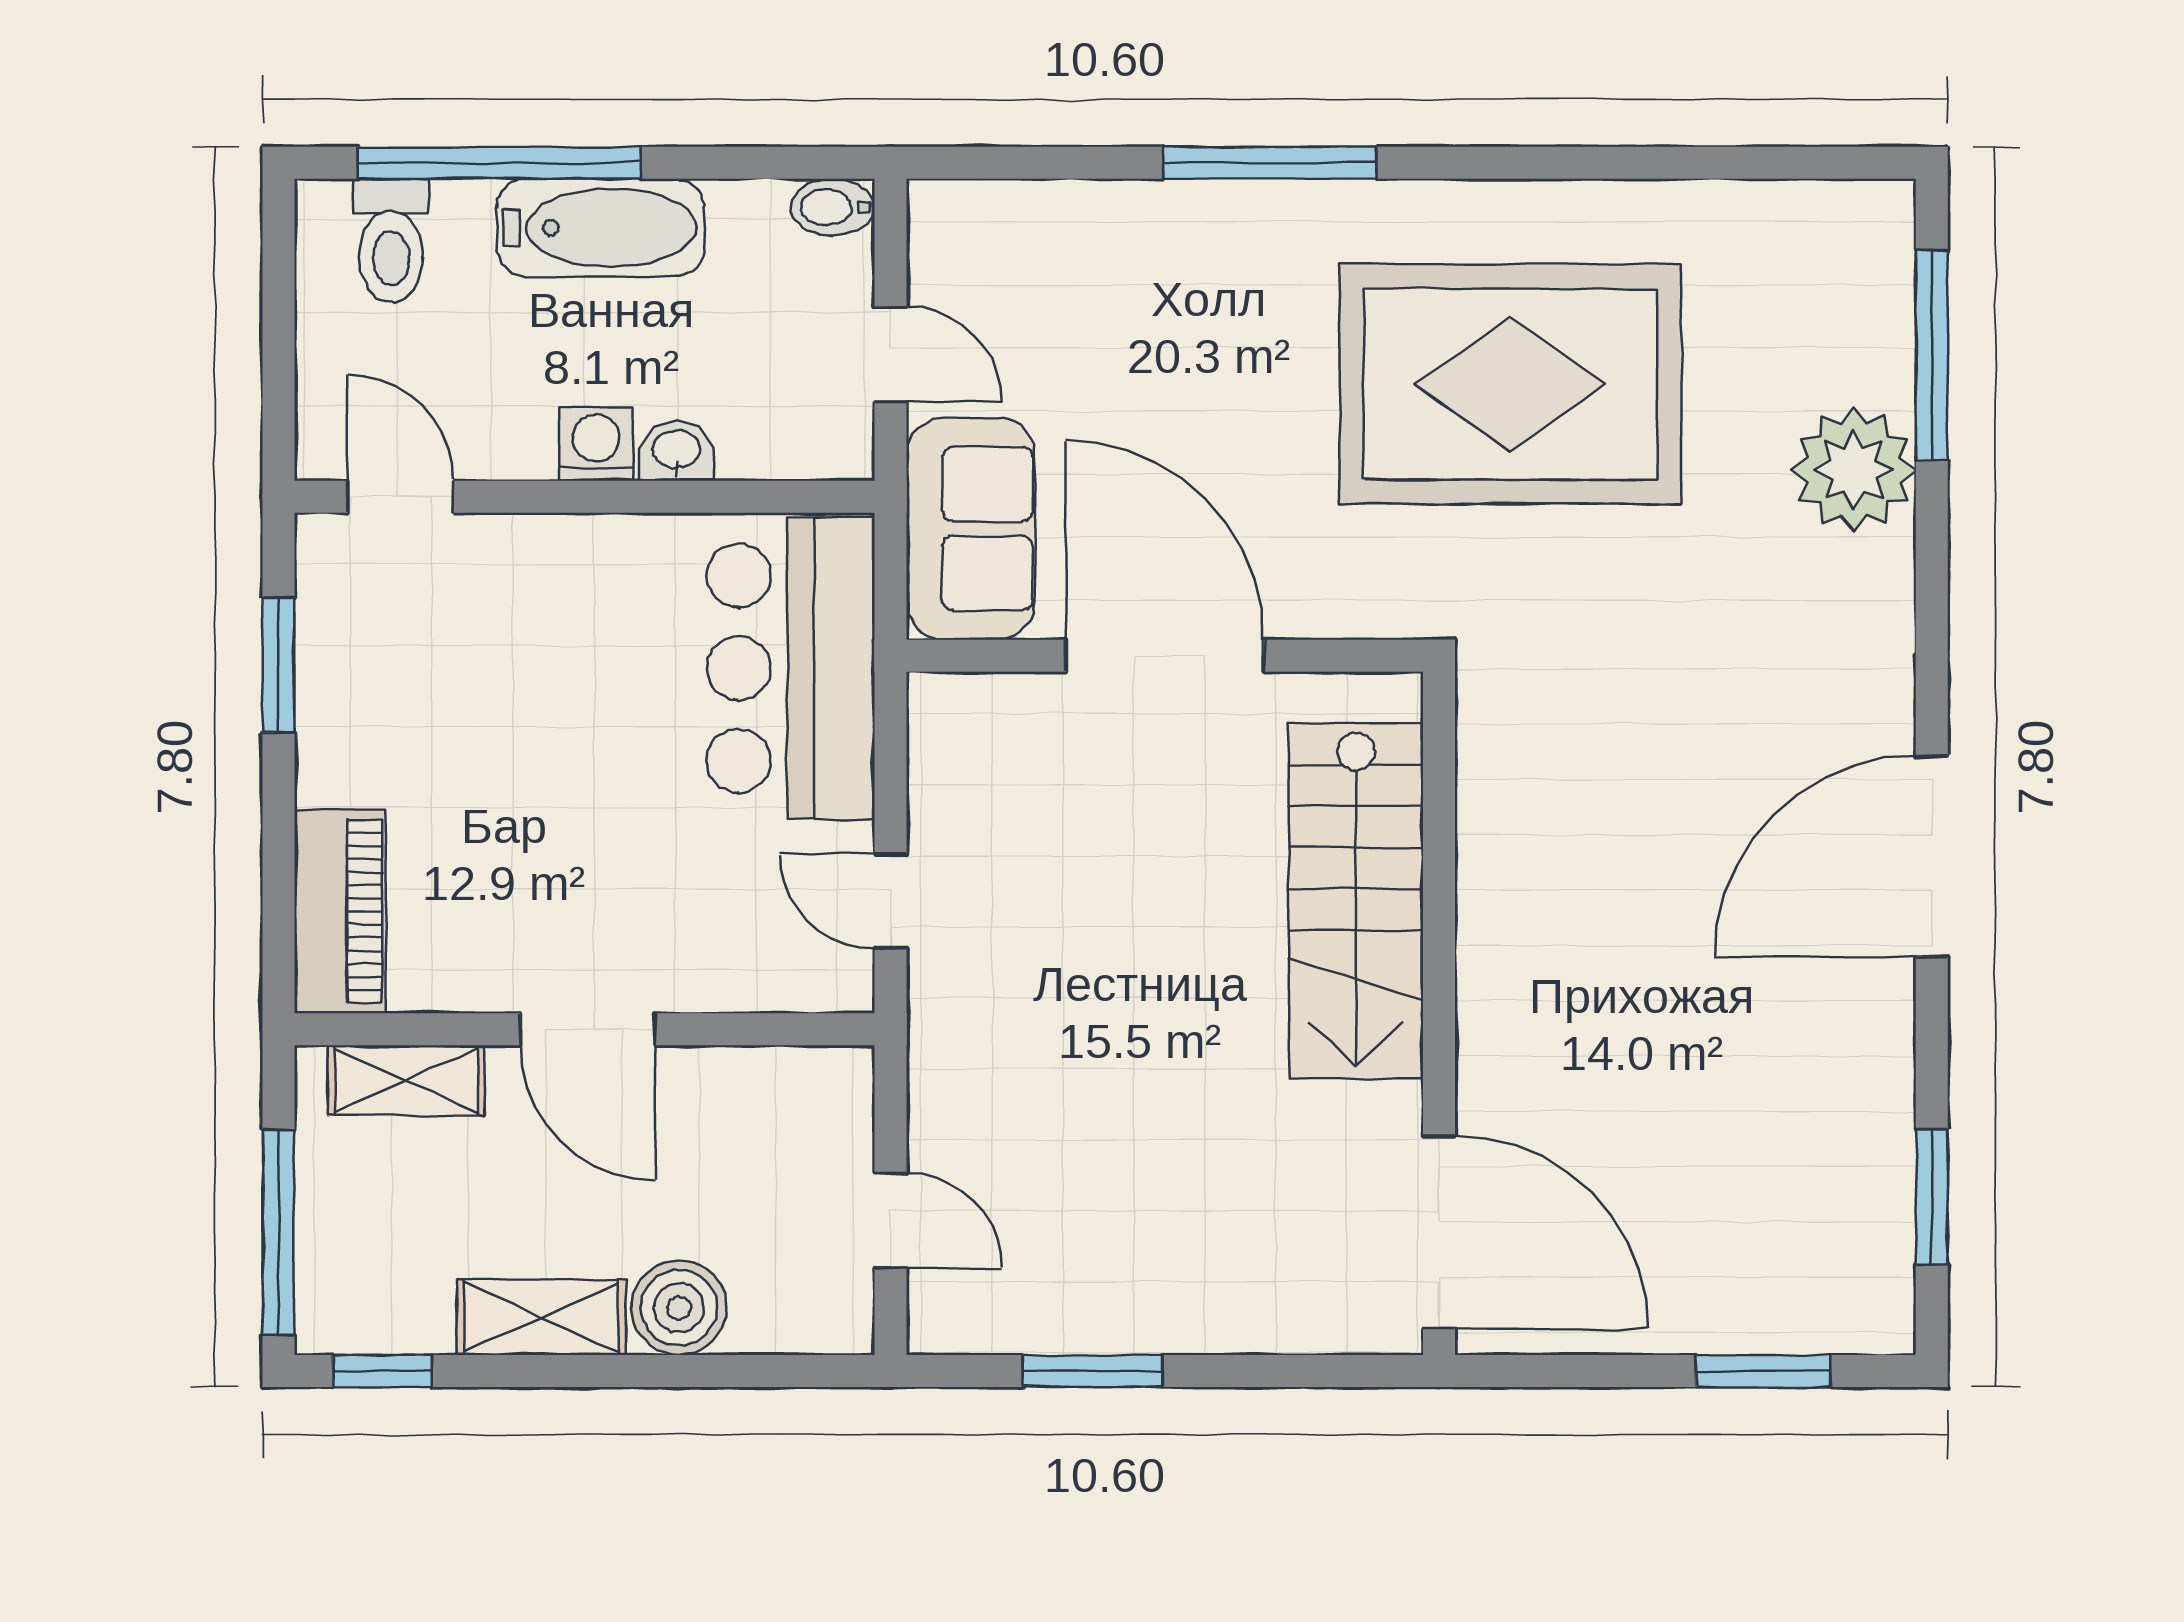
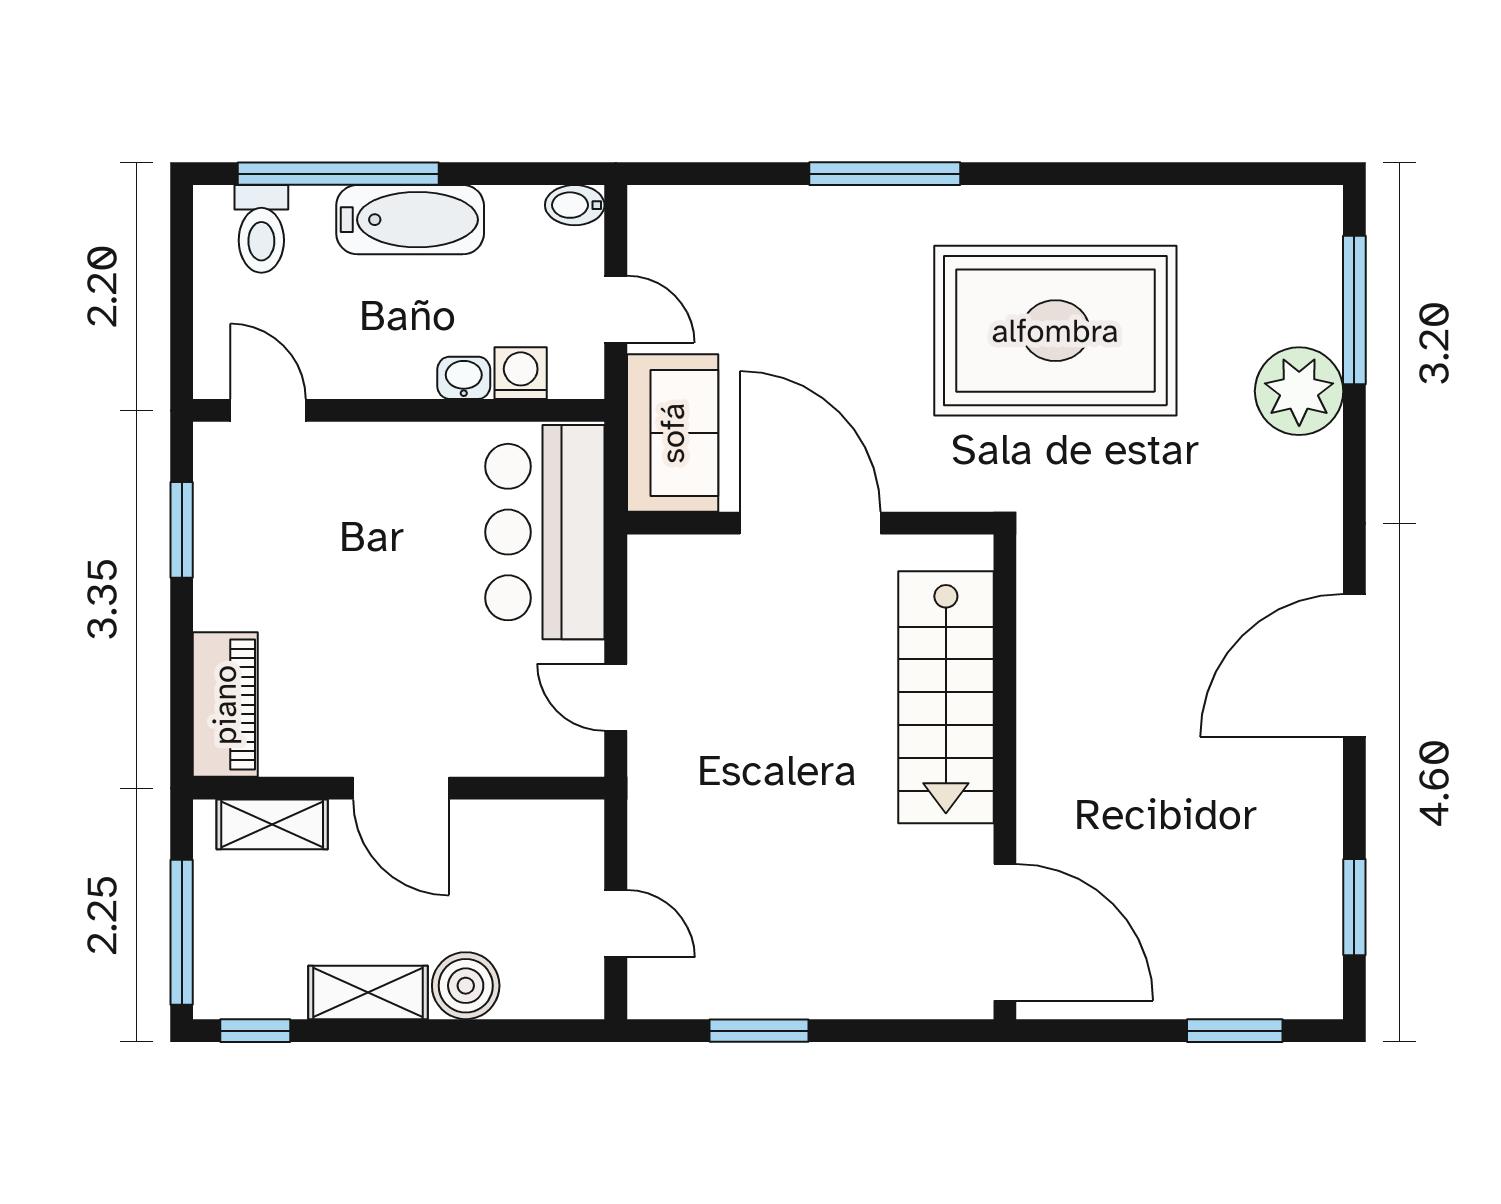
washing machine: (596, 444) -> (521, 373), moved

